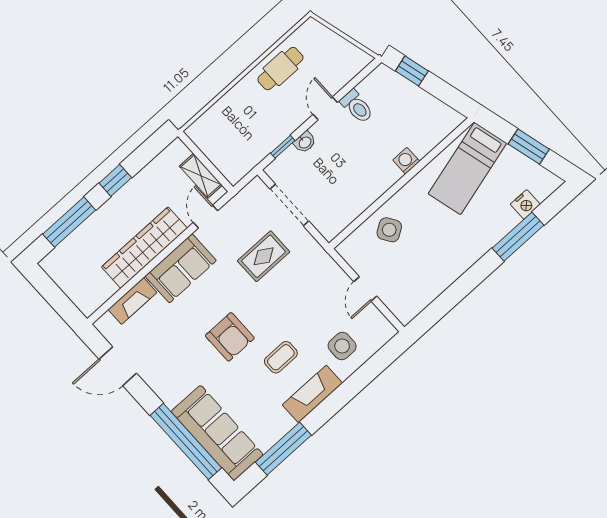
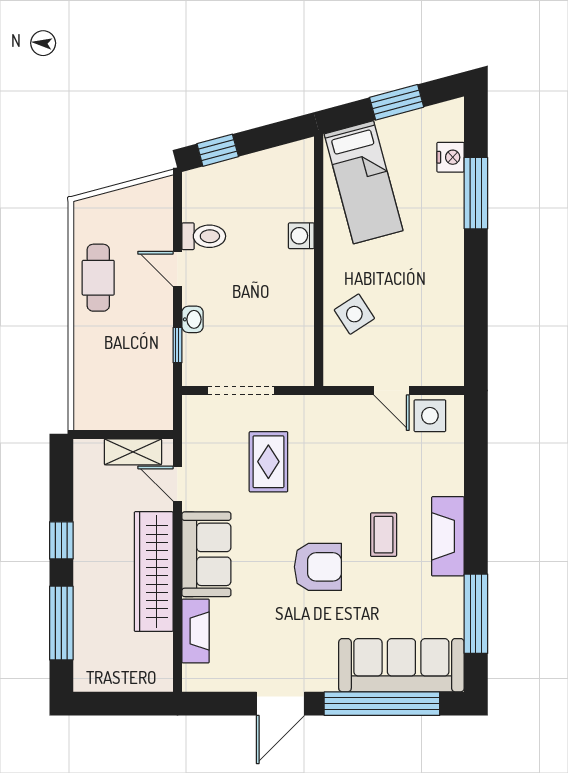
side table: (342, 346) -> (430, 416), moved
door: (118, 366) -> (280, 704), moved

